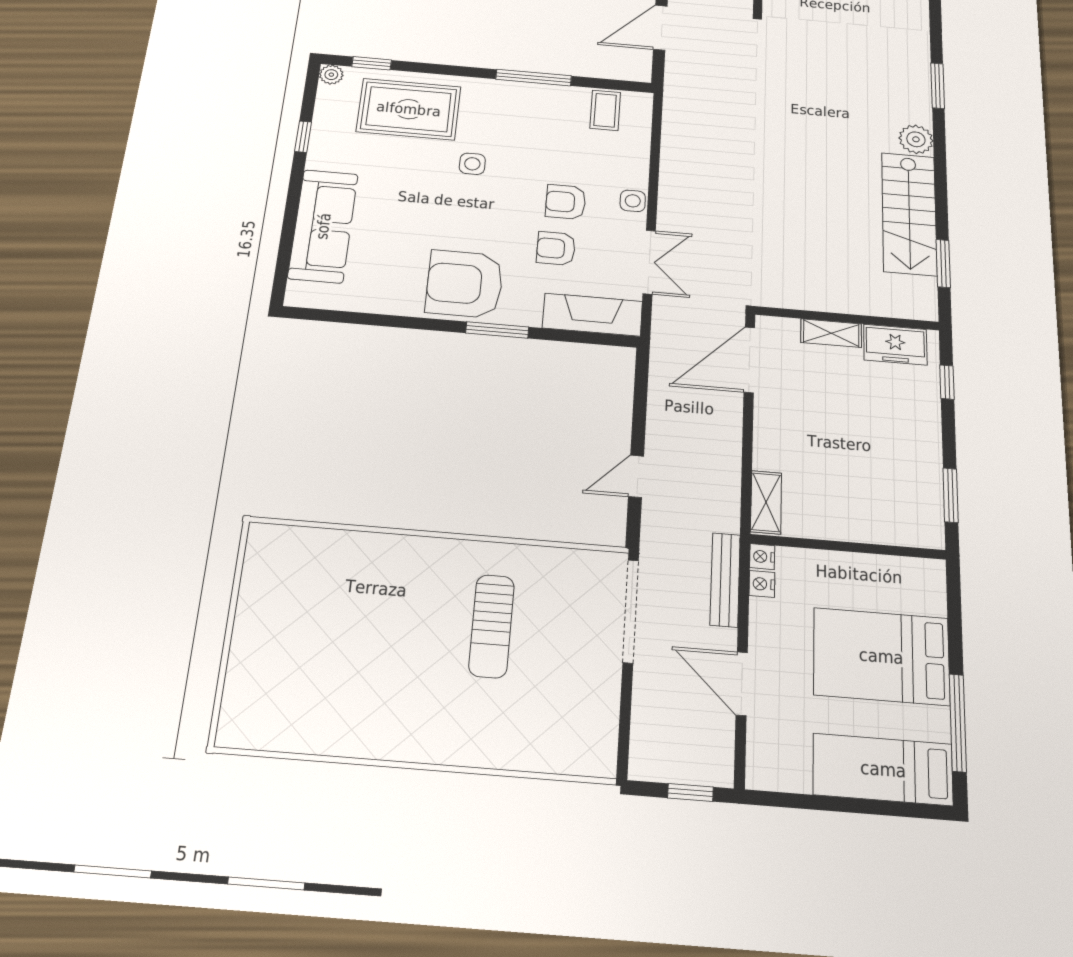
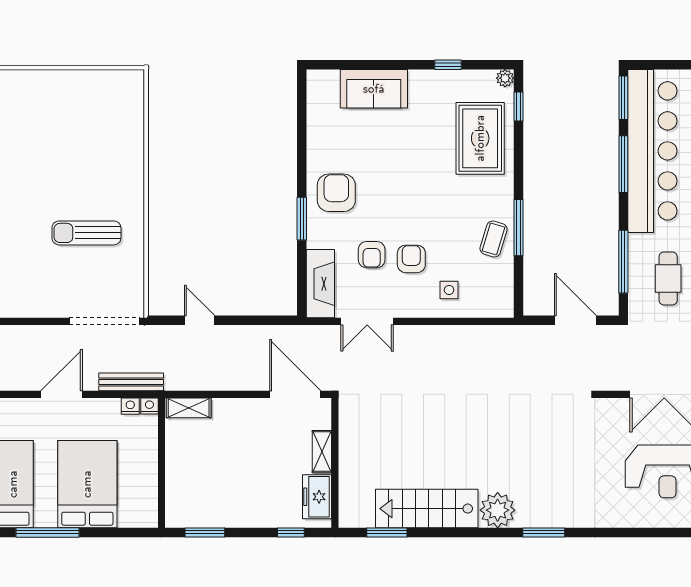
coffee table: (605, 110) -> (494, 239), moved, turned -73
plant: (916, 139) -> (498, 510), width x1.36, depth x1.36
side table: (472, 164) -> (437, 189), removed
side table: (633, 201) -> (449, 290), moved
sofa: (323, 226) -> (374, 89), width x0.73
armchair: (556, 248) -> (372, 255), turned 180
armchair: (465, 284) -> (336, 193), width x0.73, depth x0.73

